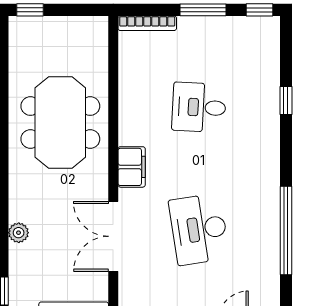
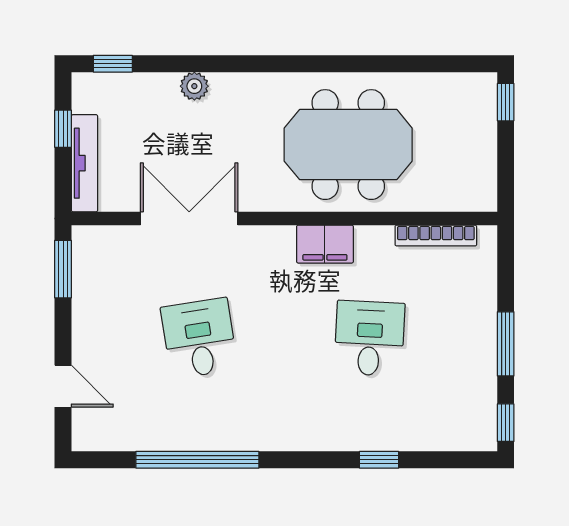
bookcase: (147, 23) -> (436, 236), moved, turned -90
filing cabinet: (132, 167) -> (325, 244), moved
desk: (199, 229) -> (199, 338), width x0.73

